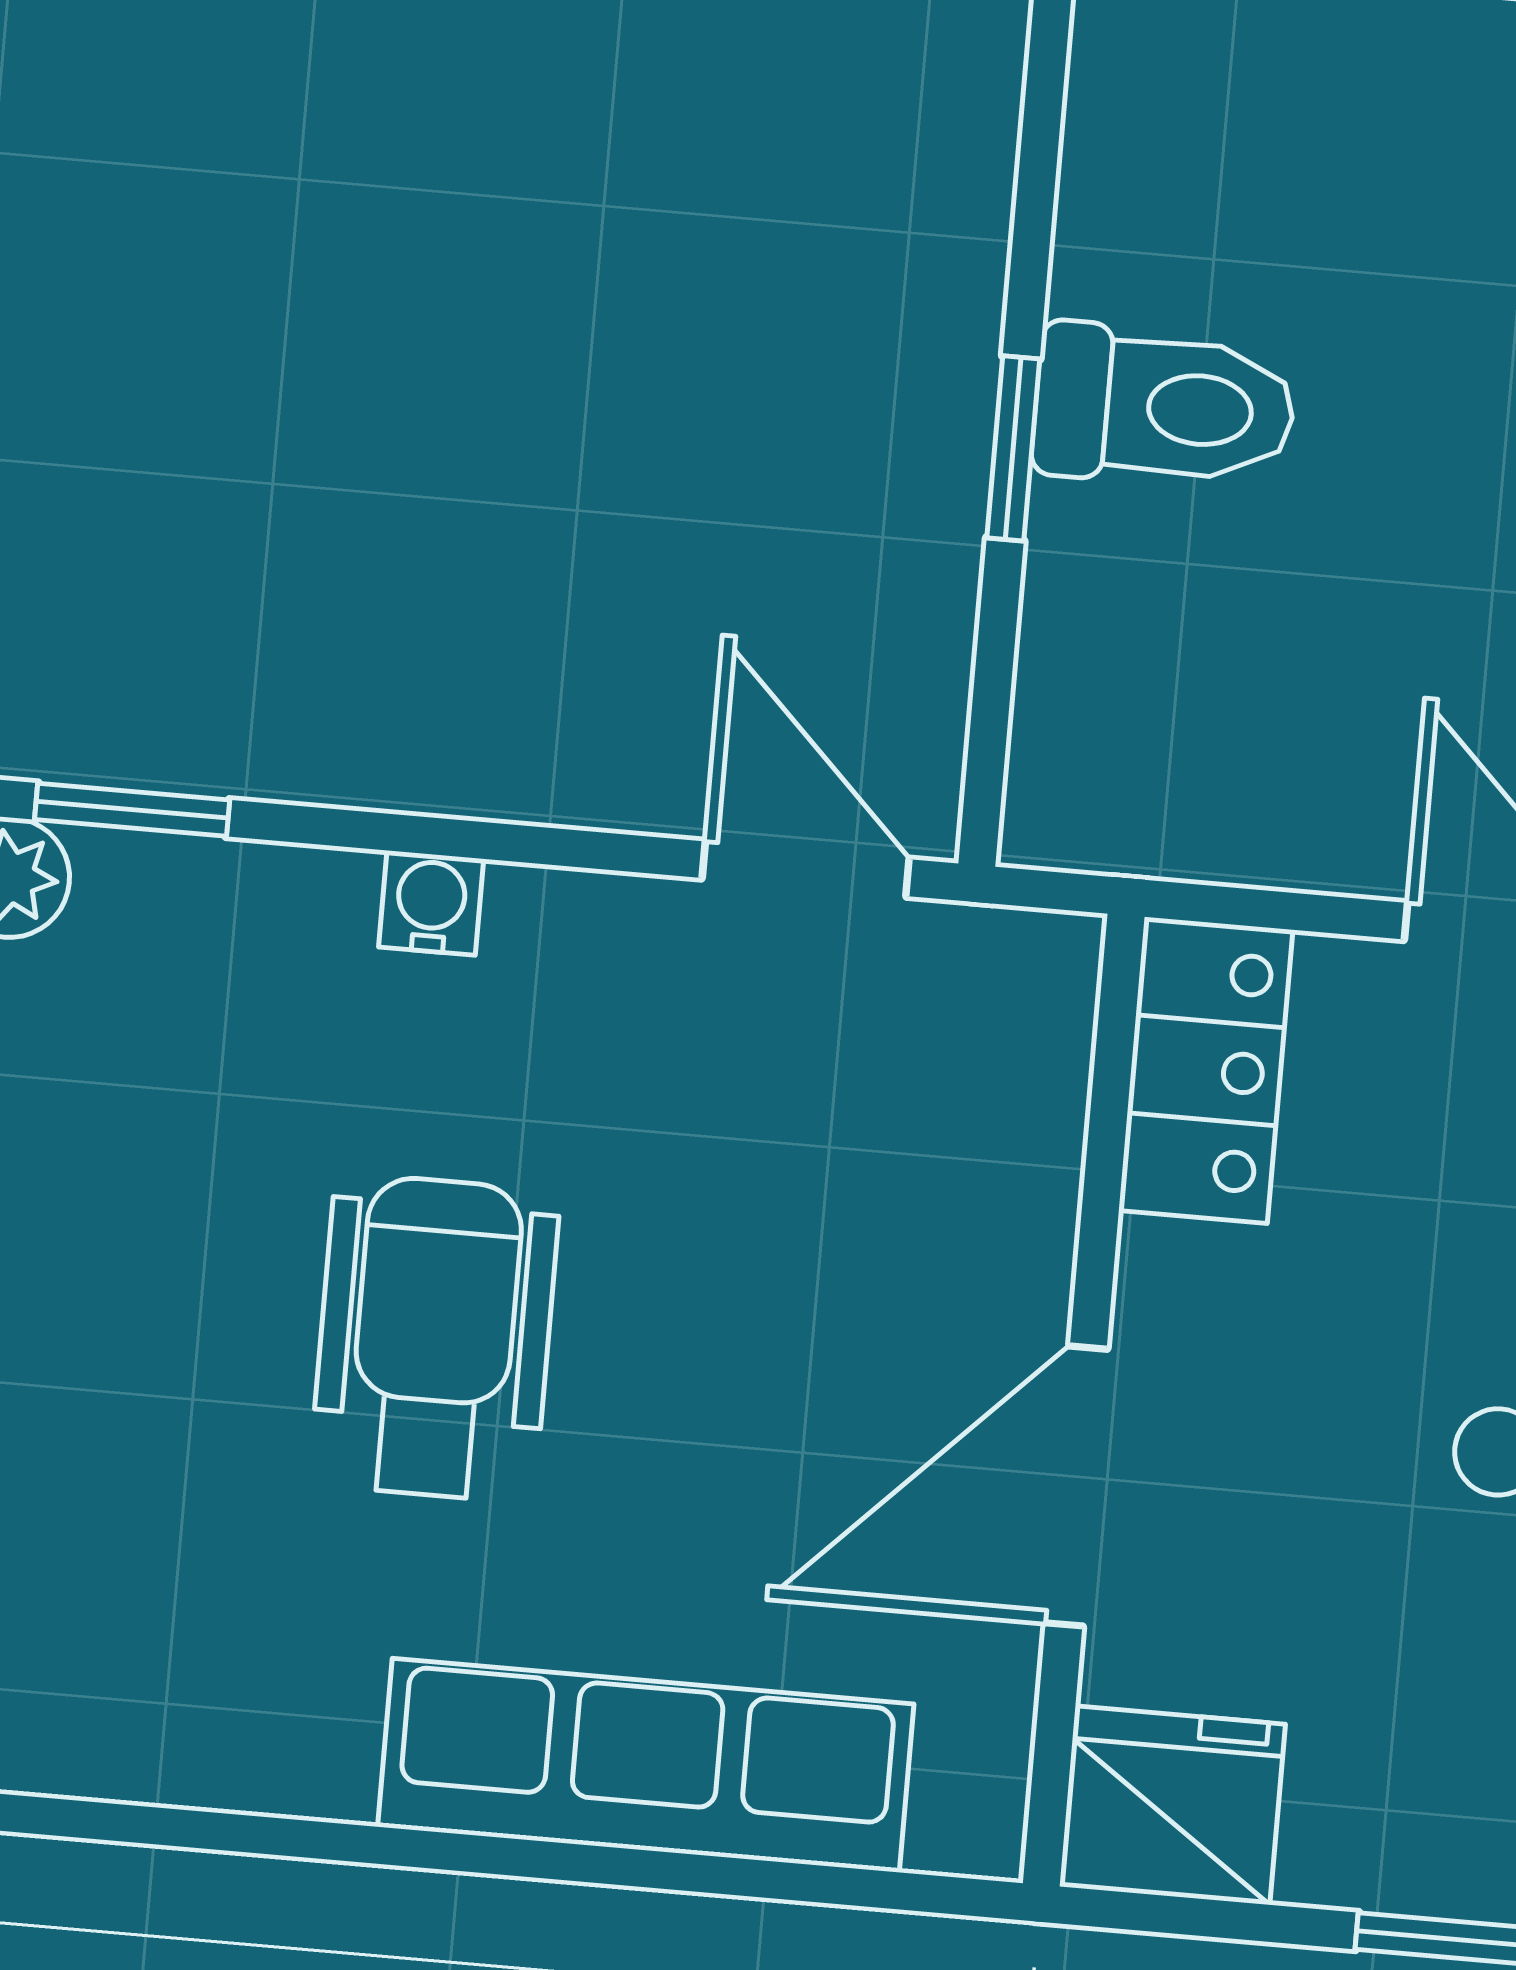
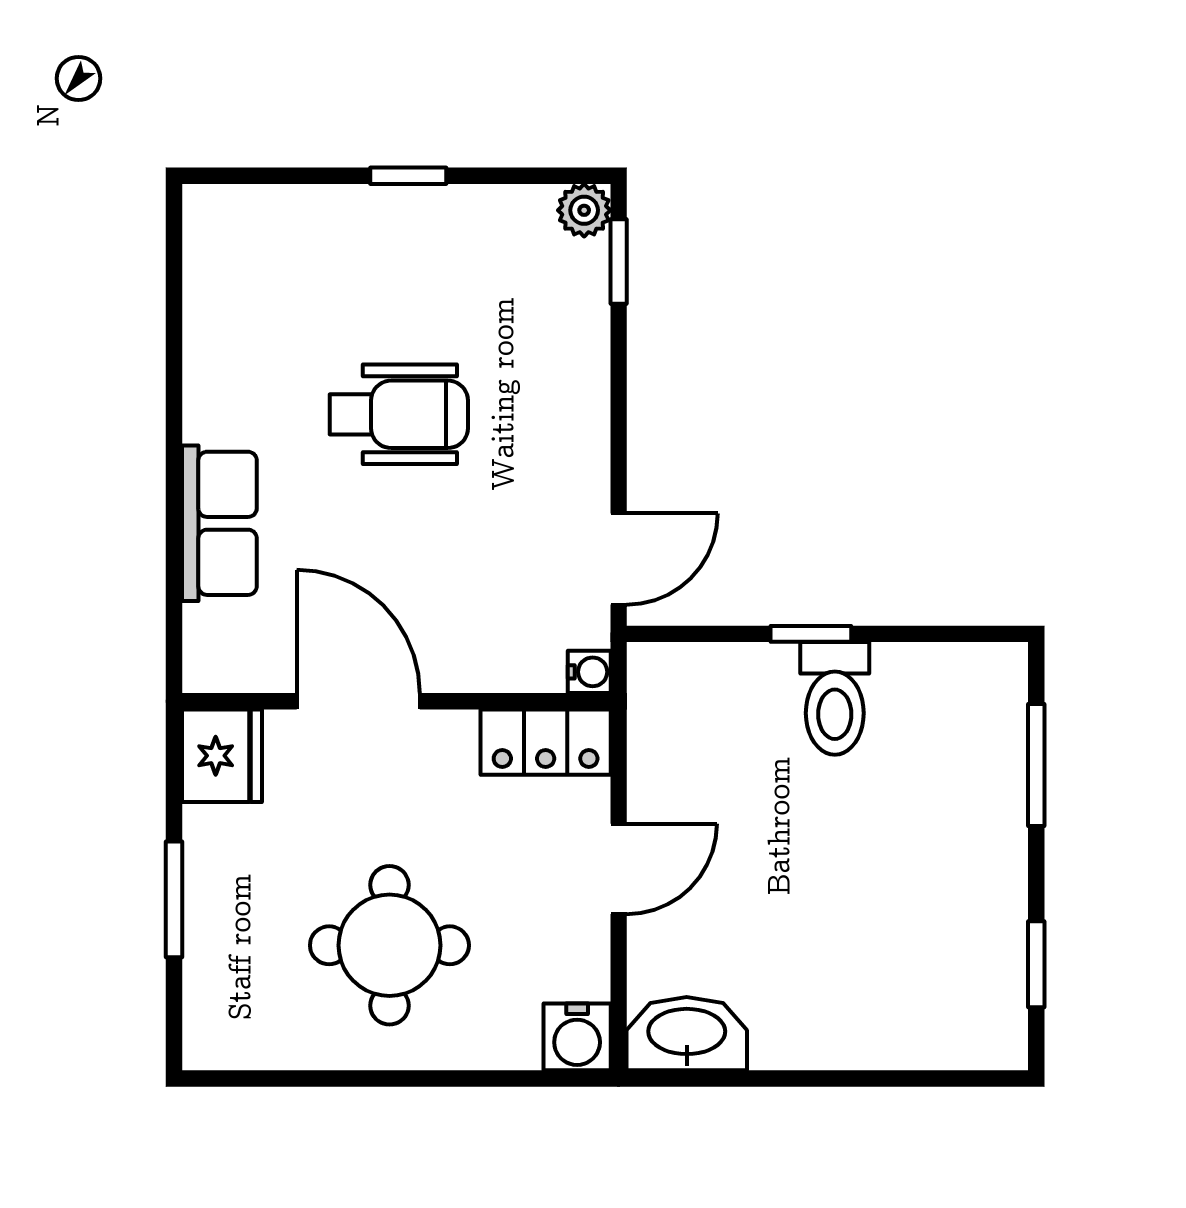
water cooler: (431, 903) -> (589, 672), moved
row of seats: (646, 1765) -> (219, 523), width x0.68

